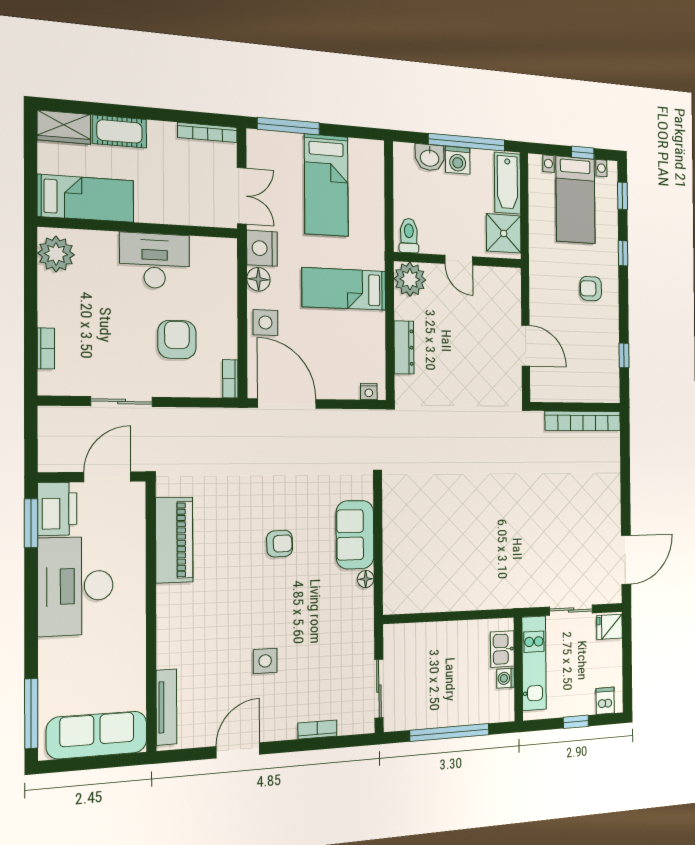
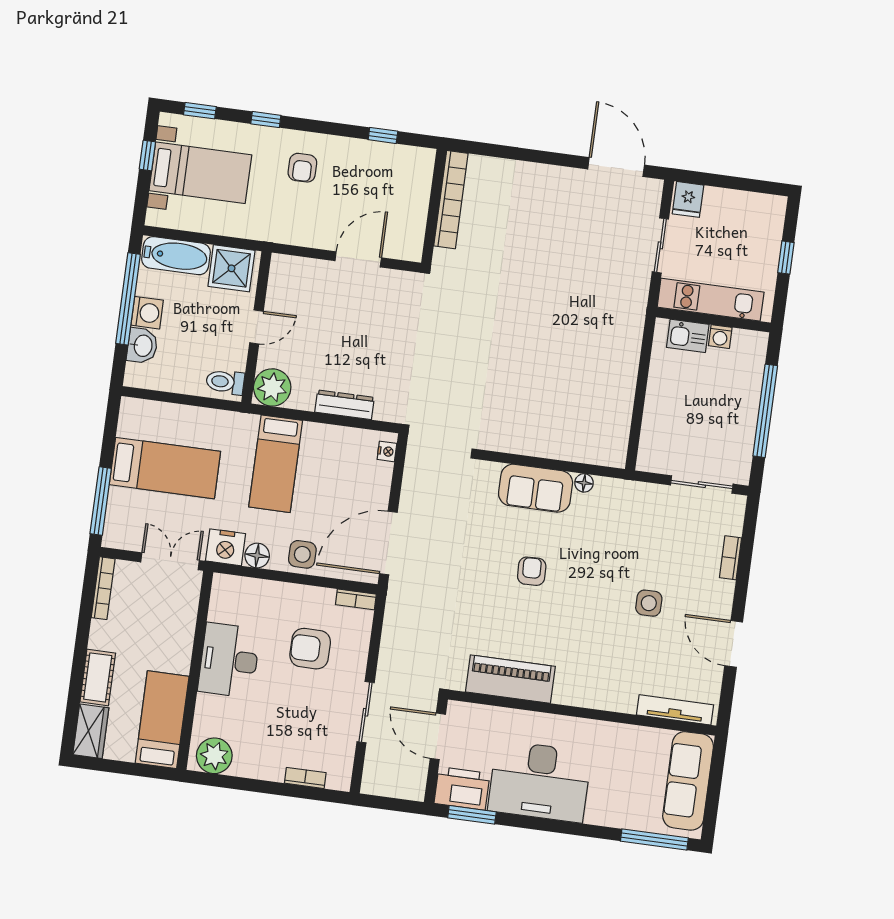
dishwasher: (605, 701) -> (770, 217), removed

